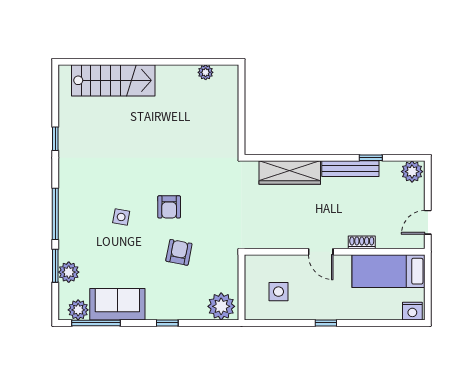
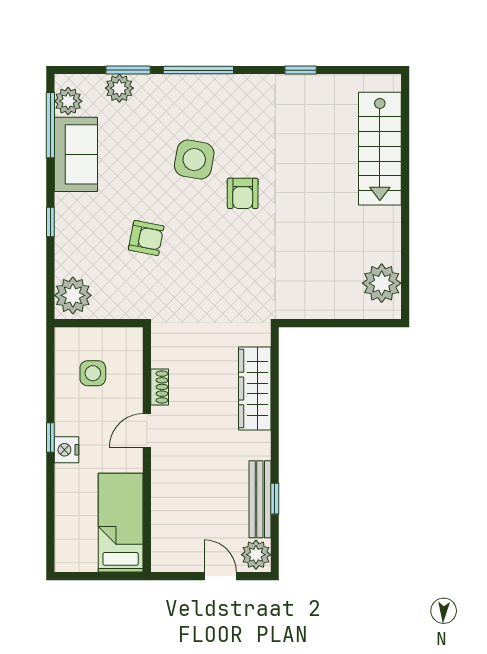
plant: (206, 72) -> (382, 283), width x1.87, depth x1.87
bench: (350, 169) -> (260, 499), moved
armchair: (169, 207) -> (243, 193), moved, turned -90
side table: (121, 217) -> (194, 160), width x1.87, depth x1.87
door: (428, 222) -> (220, 576), moved
shoe rack: (362, 242) -> (160, 387), moved
nightstand: (412, 311) -> (66, 450), moved

